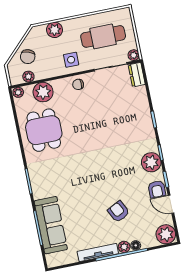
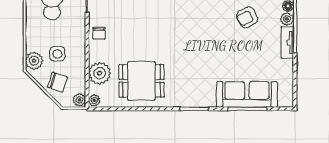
plant: (55, 30) -> (34, 61), moved
side table: (71, 60) -> (57, 54), moved
plant: (28, 77) -> (79, 100), moved
tv unit: (98, 252) -> (287, 42), width x0.71

